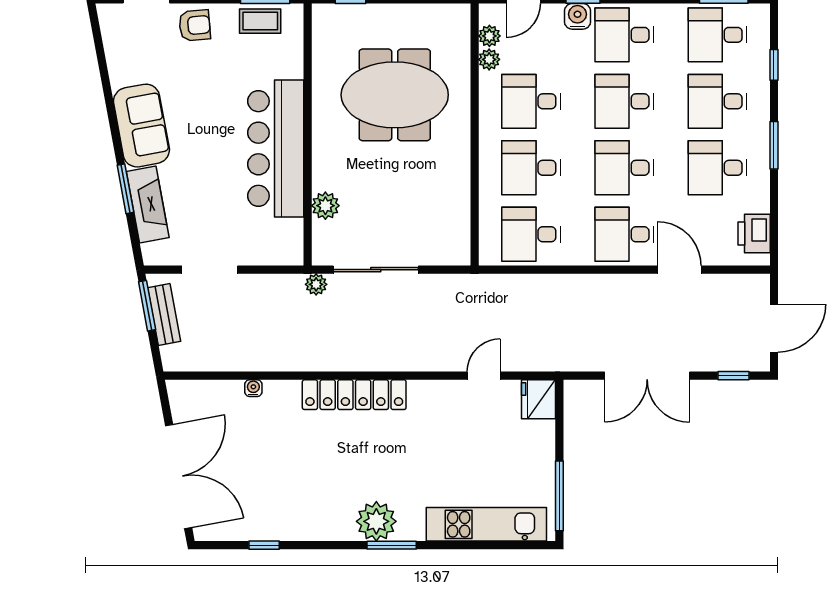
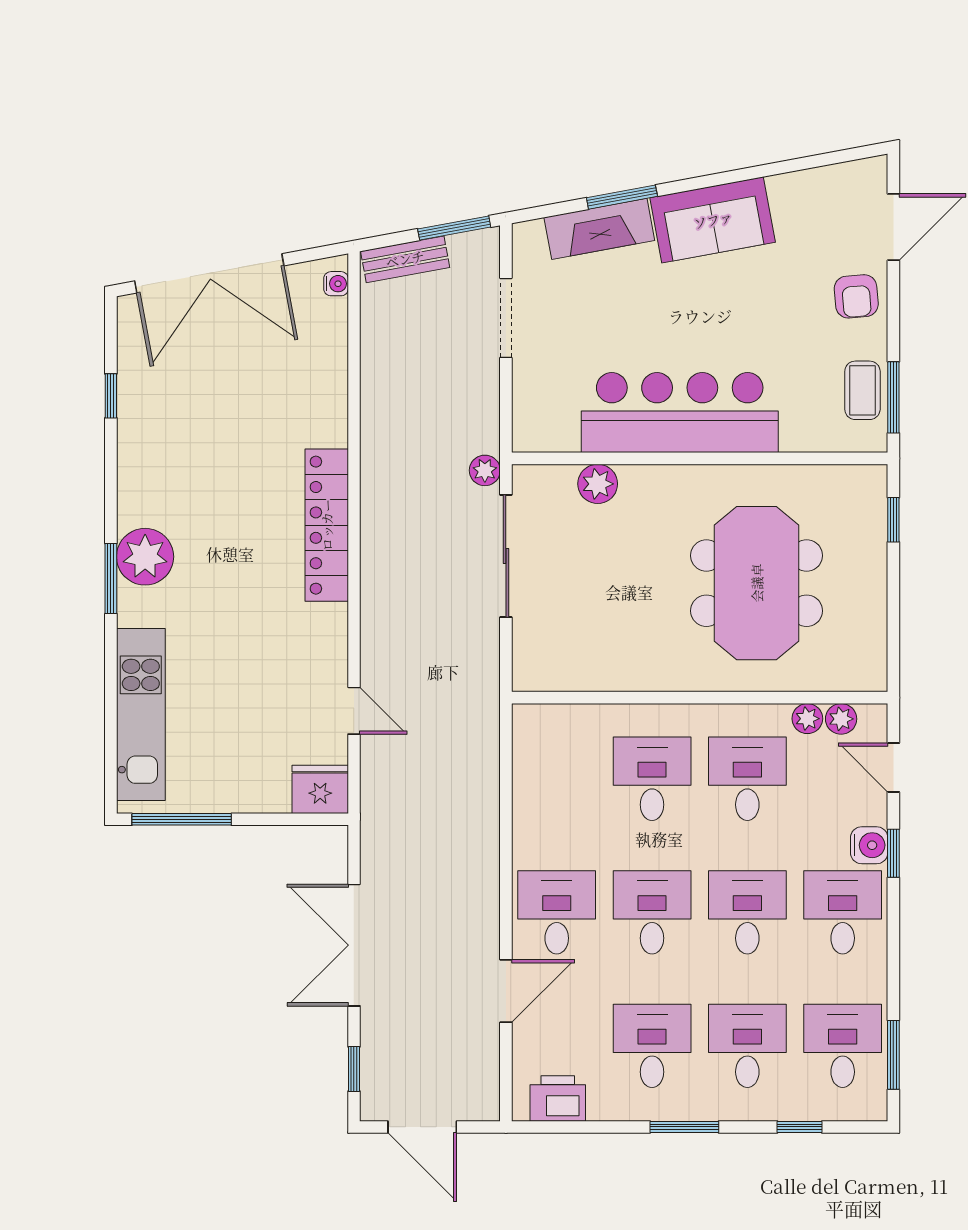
desk: (531, 234) -> (557, 779), removed
bench: (164, 315) -> (405, 259), moved
water cooler: (253, 388) -> (336, 284), moved

